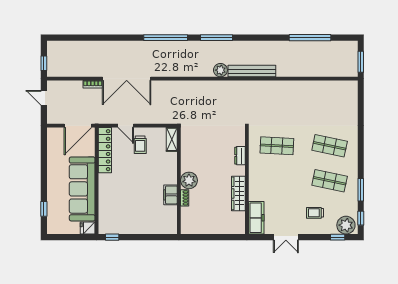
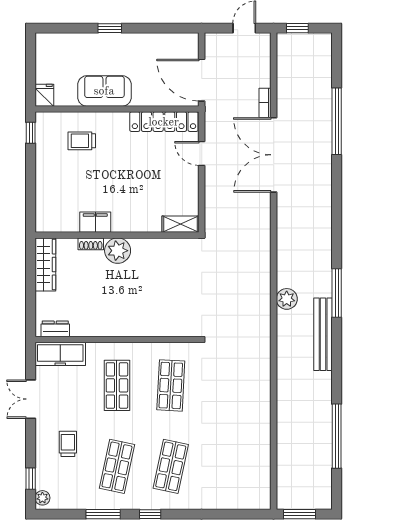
window: (166, 38) -> (337, 121), moved
bench: (252, 71) -> (323, 334), moved
door: (126, 126) -> (202, 153), hinge flipped
trolley: (140, 145) -> (82, 141), moved
dresser: (240, 156) -> (55, 329), moved
shop shelf: (277, 181) -> (117, 385), added
sofa: (82, 189) -> (104, 91), width x0.54, depth x0.79
wardrobe: (238, 193) -> (45, 265), moved, turned 90
window: (44, 209) -> (110, 28), moved
window: (361, 218) -> (150, 514), moved
plant: (346, 225) -> (42, 498), width x0.53, depth x0.53

